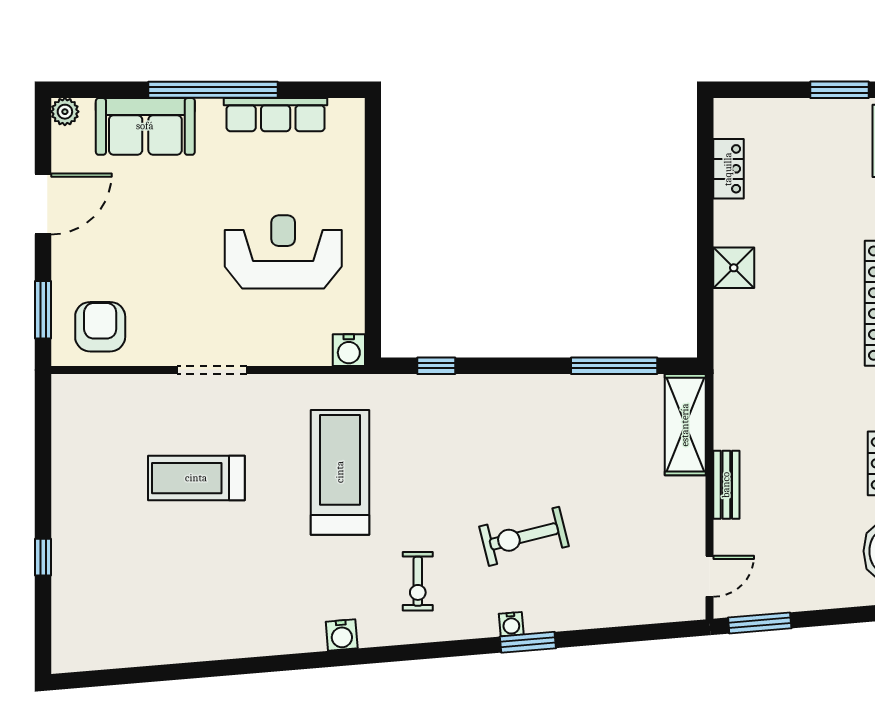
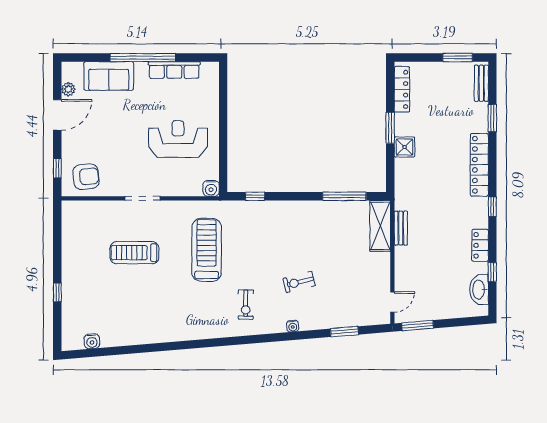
plant: (65, 112) -> (68, 89), moved
locker: (728, 169) -> (402, 89), width x1.53
window: (705, 230) -> (390, 128), added
window: (43, 310) -> (57, 168), width x0.67
armchair: (100, 327) -> (86, 177), turned 84
bench: (726, 485) -> (401, 228), moved
exercise bike: (524, 536) -> (299, 282), width x0.73, depth x0.72
water cooler: (342, 635) -> (92, 341), moved
window: (528, 642) -> (344, 332), moved

